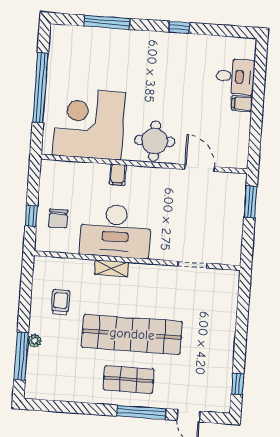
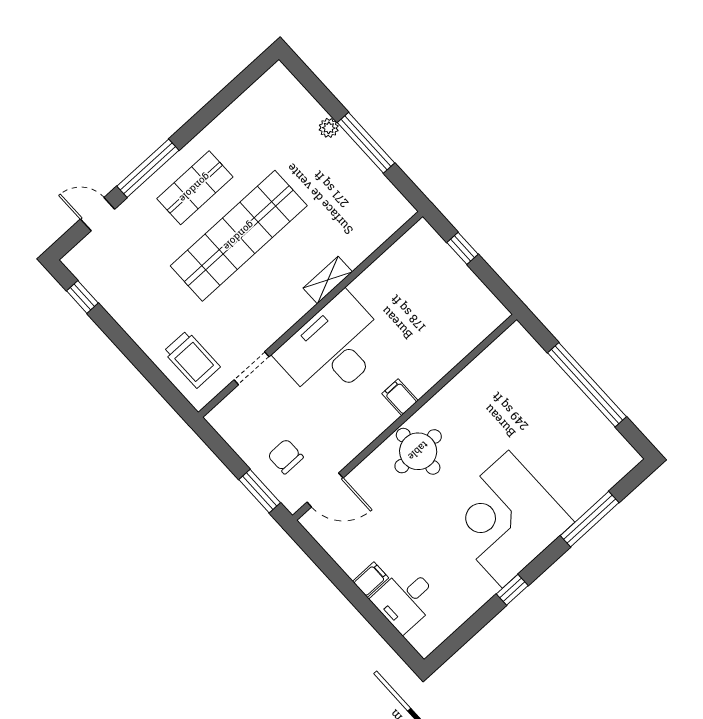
corner desk: (89, 124) -> (506, 519), moved, turned 180
door: (200, 168) -> (325, 490), moved
filing cabinet: (118, 175) -> (400, 397), moved
chair: (58, 219) -> (285, 456), moved
desk: (115, 231) -> (333, 349), moved
trolley: (61, 302) -> (192, 359), moved, width x1.36, depth x1.39
window: (21, 356) -> (366, 143), moved

